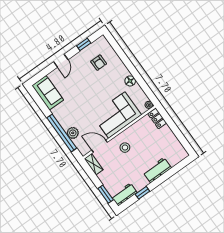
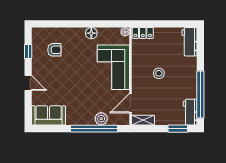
stool: (125, 148) -> (159, 73), moved
workbench: (157, 170) -> (190, 42), moved
window: (142, 193) -> (200, 94), width x3.17

